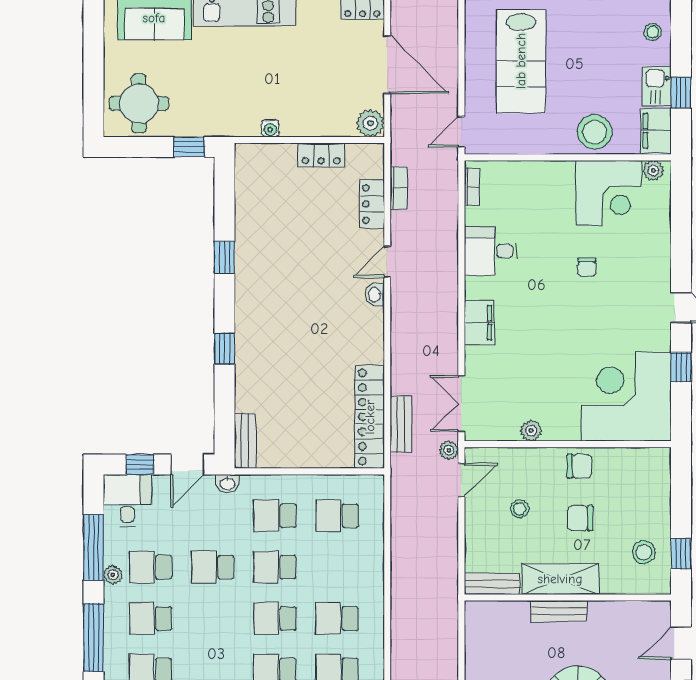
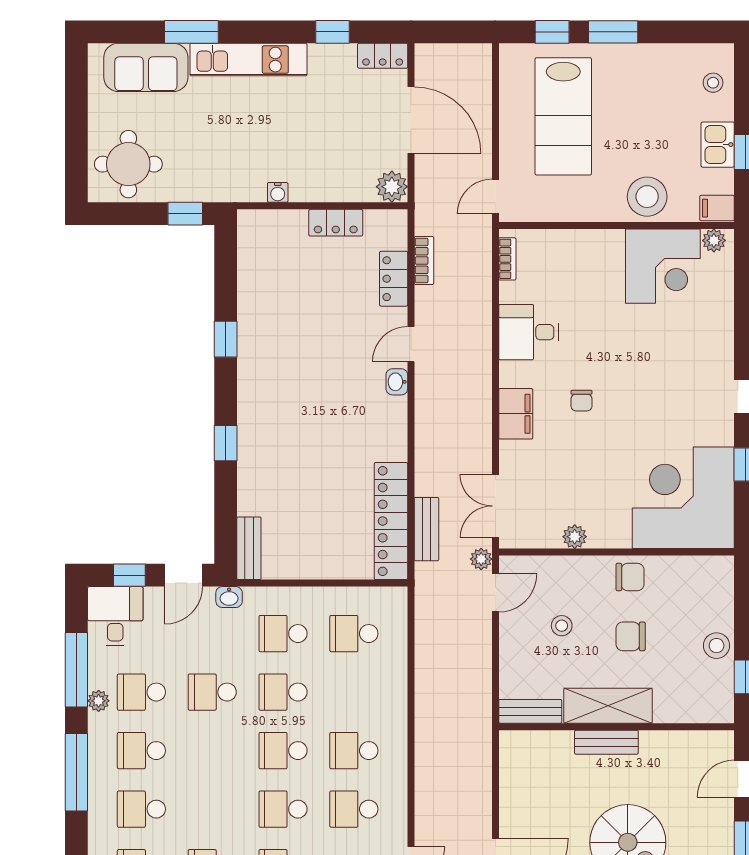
filing cabinet: (656, 131) -> (717, 208), width x0.50
chair: (587, 267) -> (581, 401), moved
stool: (644, 552) -> (717, 646), moved

